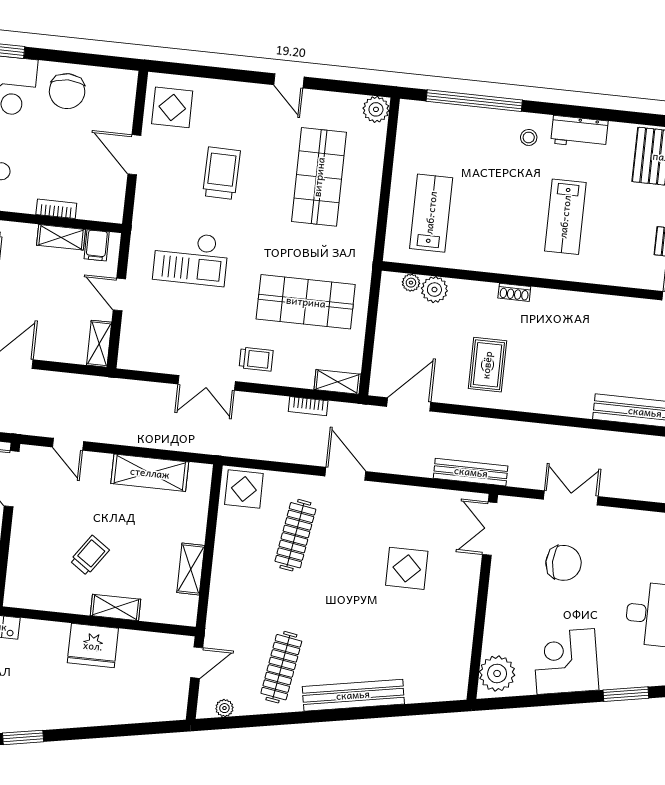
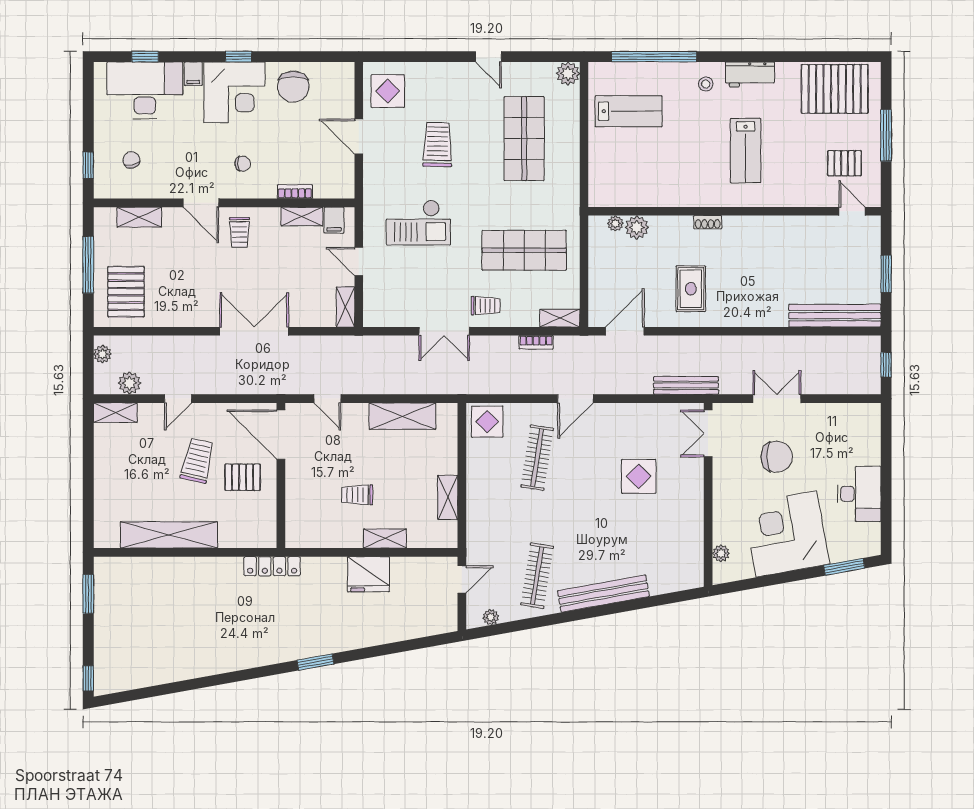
lab bench: (431, 213) -> (629, 111), moved, turned 90
door: (345, 474) -> (575, 399), swing flipped
trolley: (90, 555) -> (357, 495), turned -125
corner desk: (566, 661) -> (786, 534), width x1.36, depth x1.36
plant: (497, 673) -> (721, 553), width x0.53, depth x0.53

